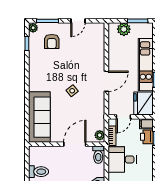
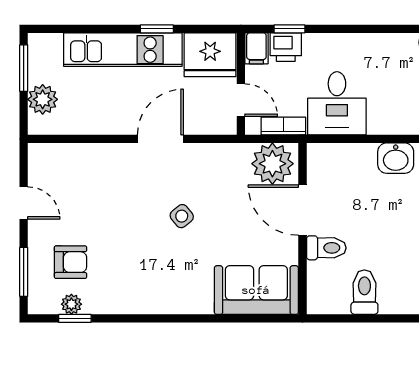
plant: (33, 28) -> (71, 304), moved
door: (106, 81) -> (160, 139), hinge flipped
sofa: (39, 117) -> (256, 290), width x0.73
plant: (100, 135) -> (272, 164), width x1.87, depth x1.87
toilet: (98, 155) -> (326, 248), moved

